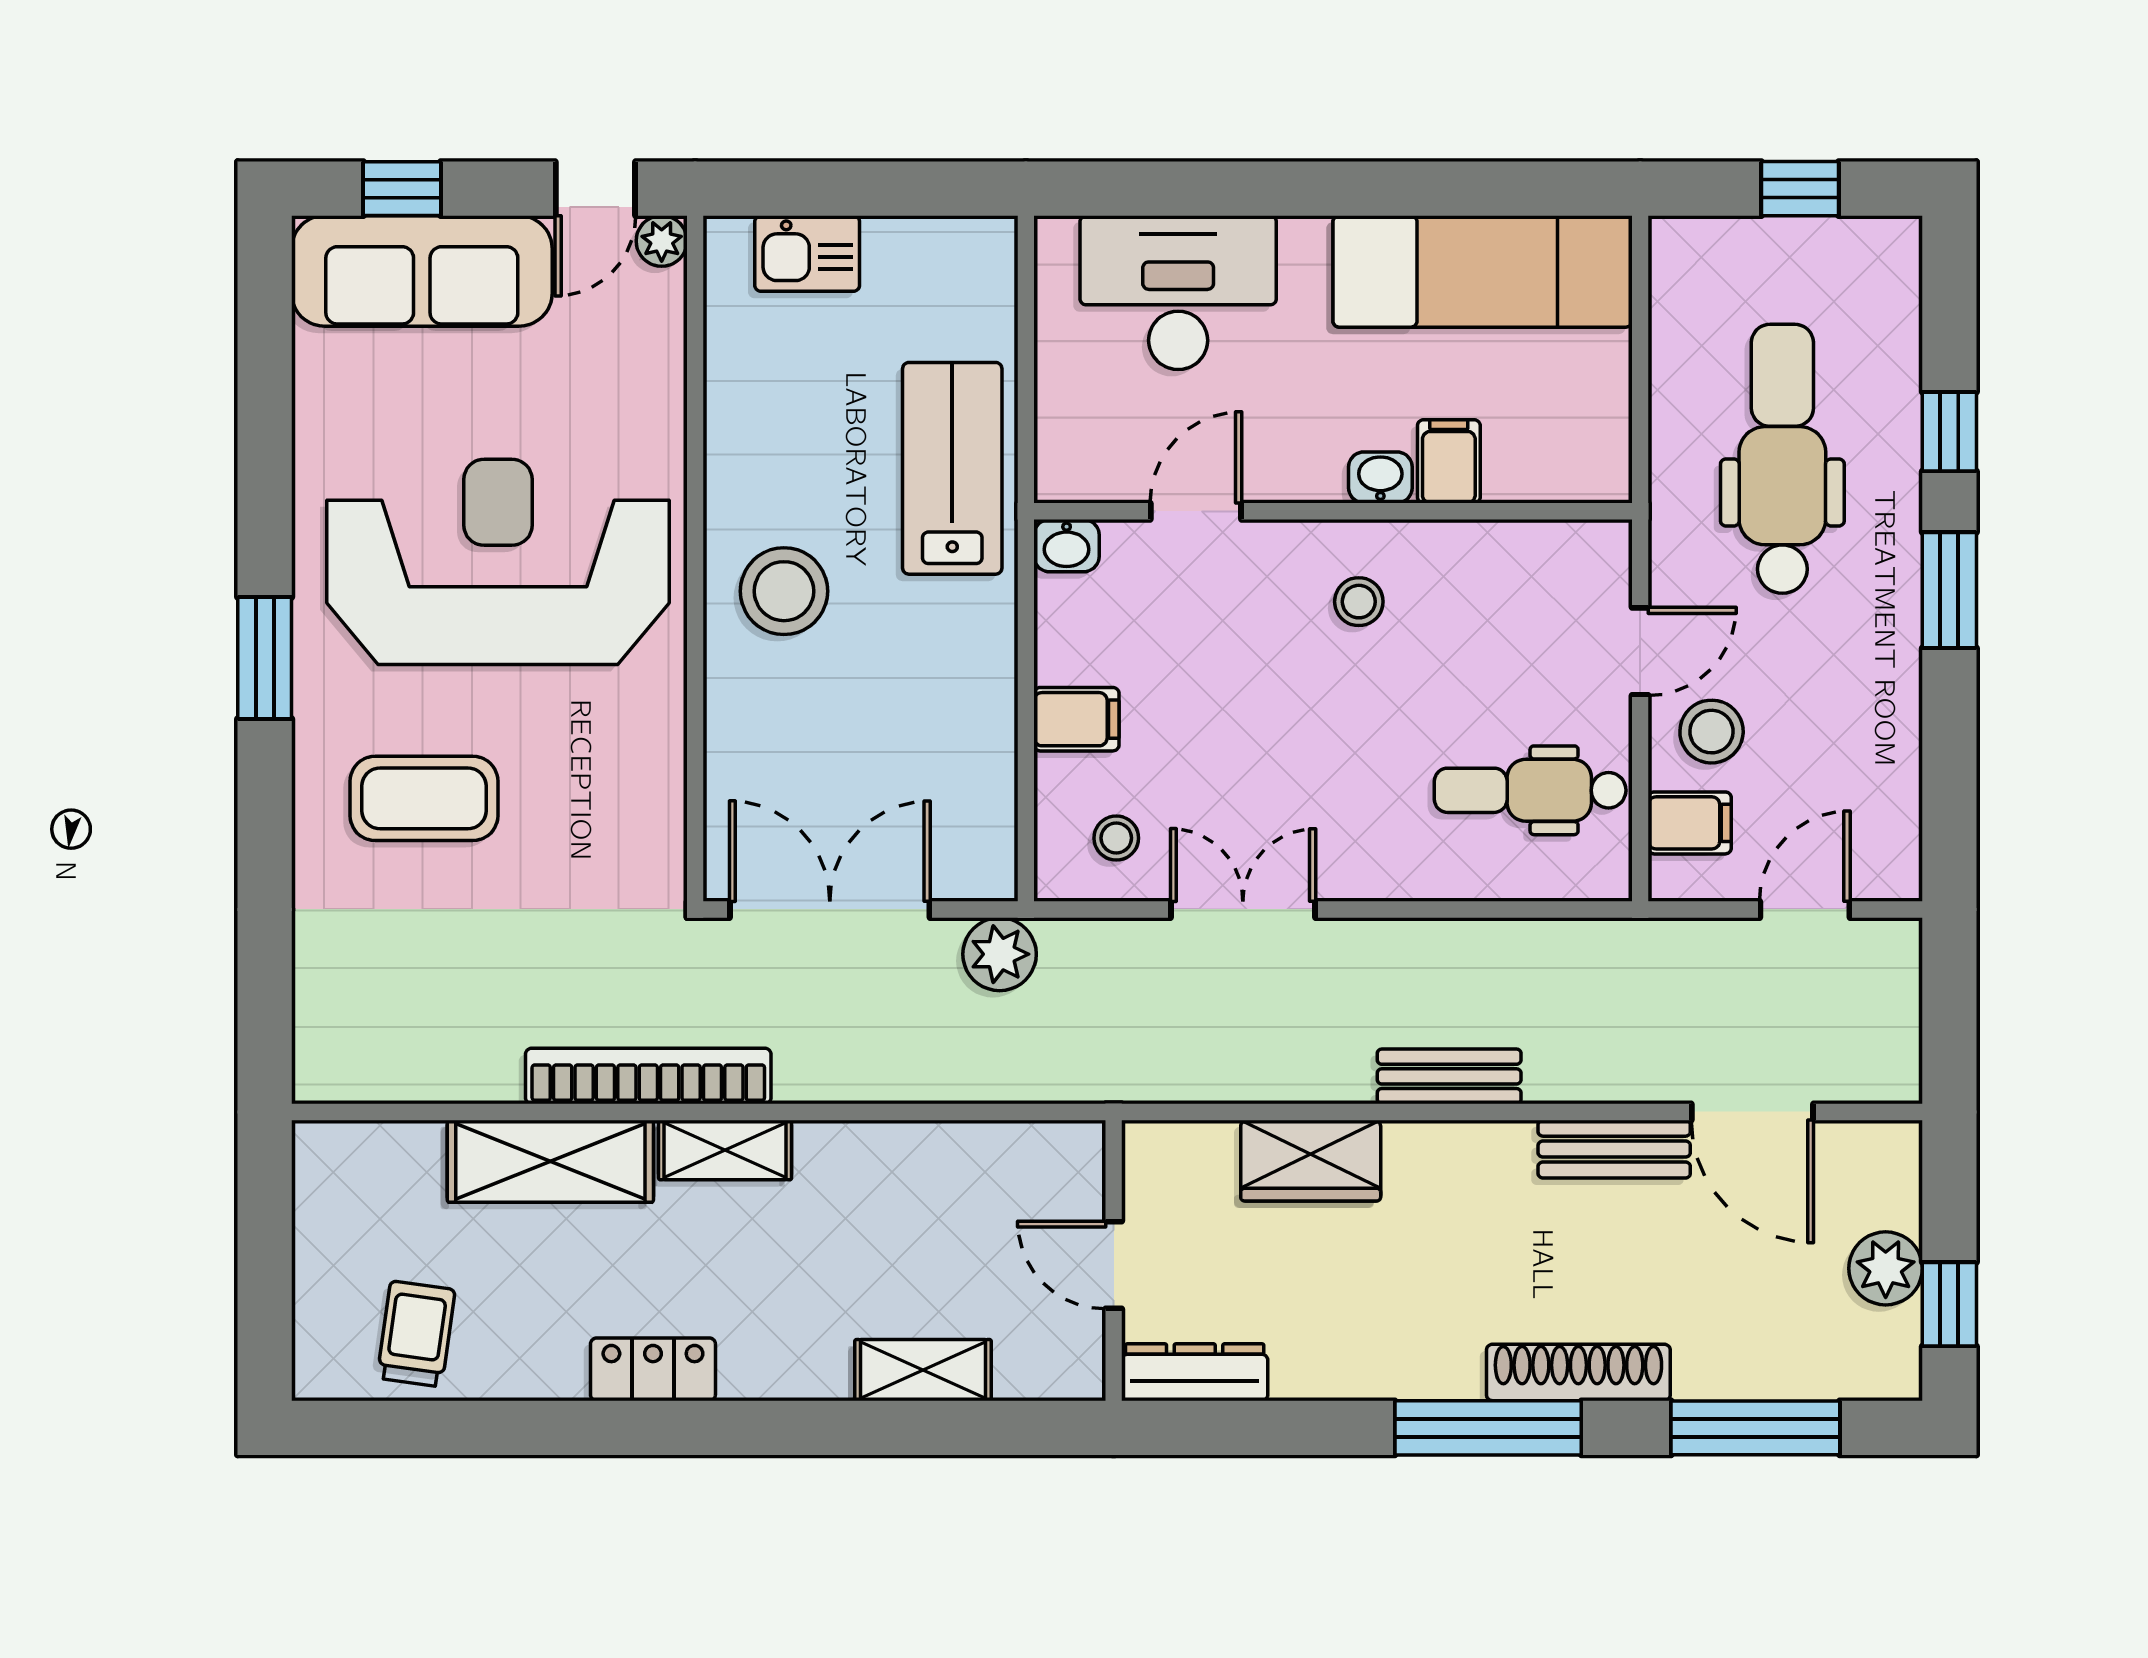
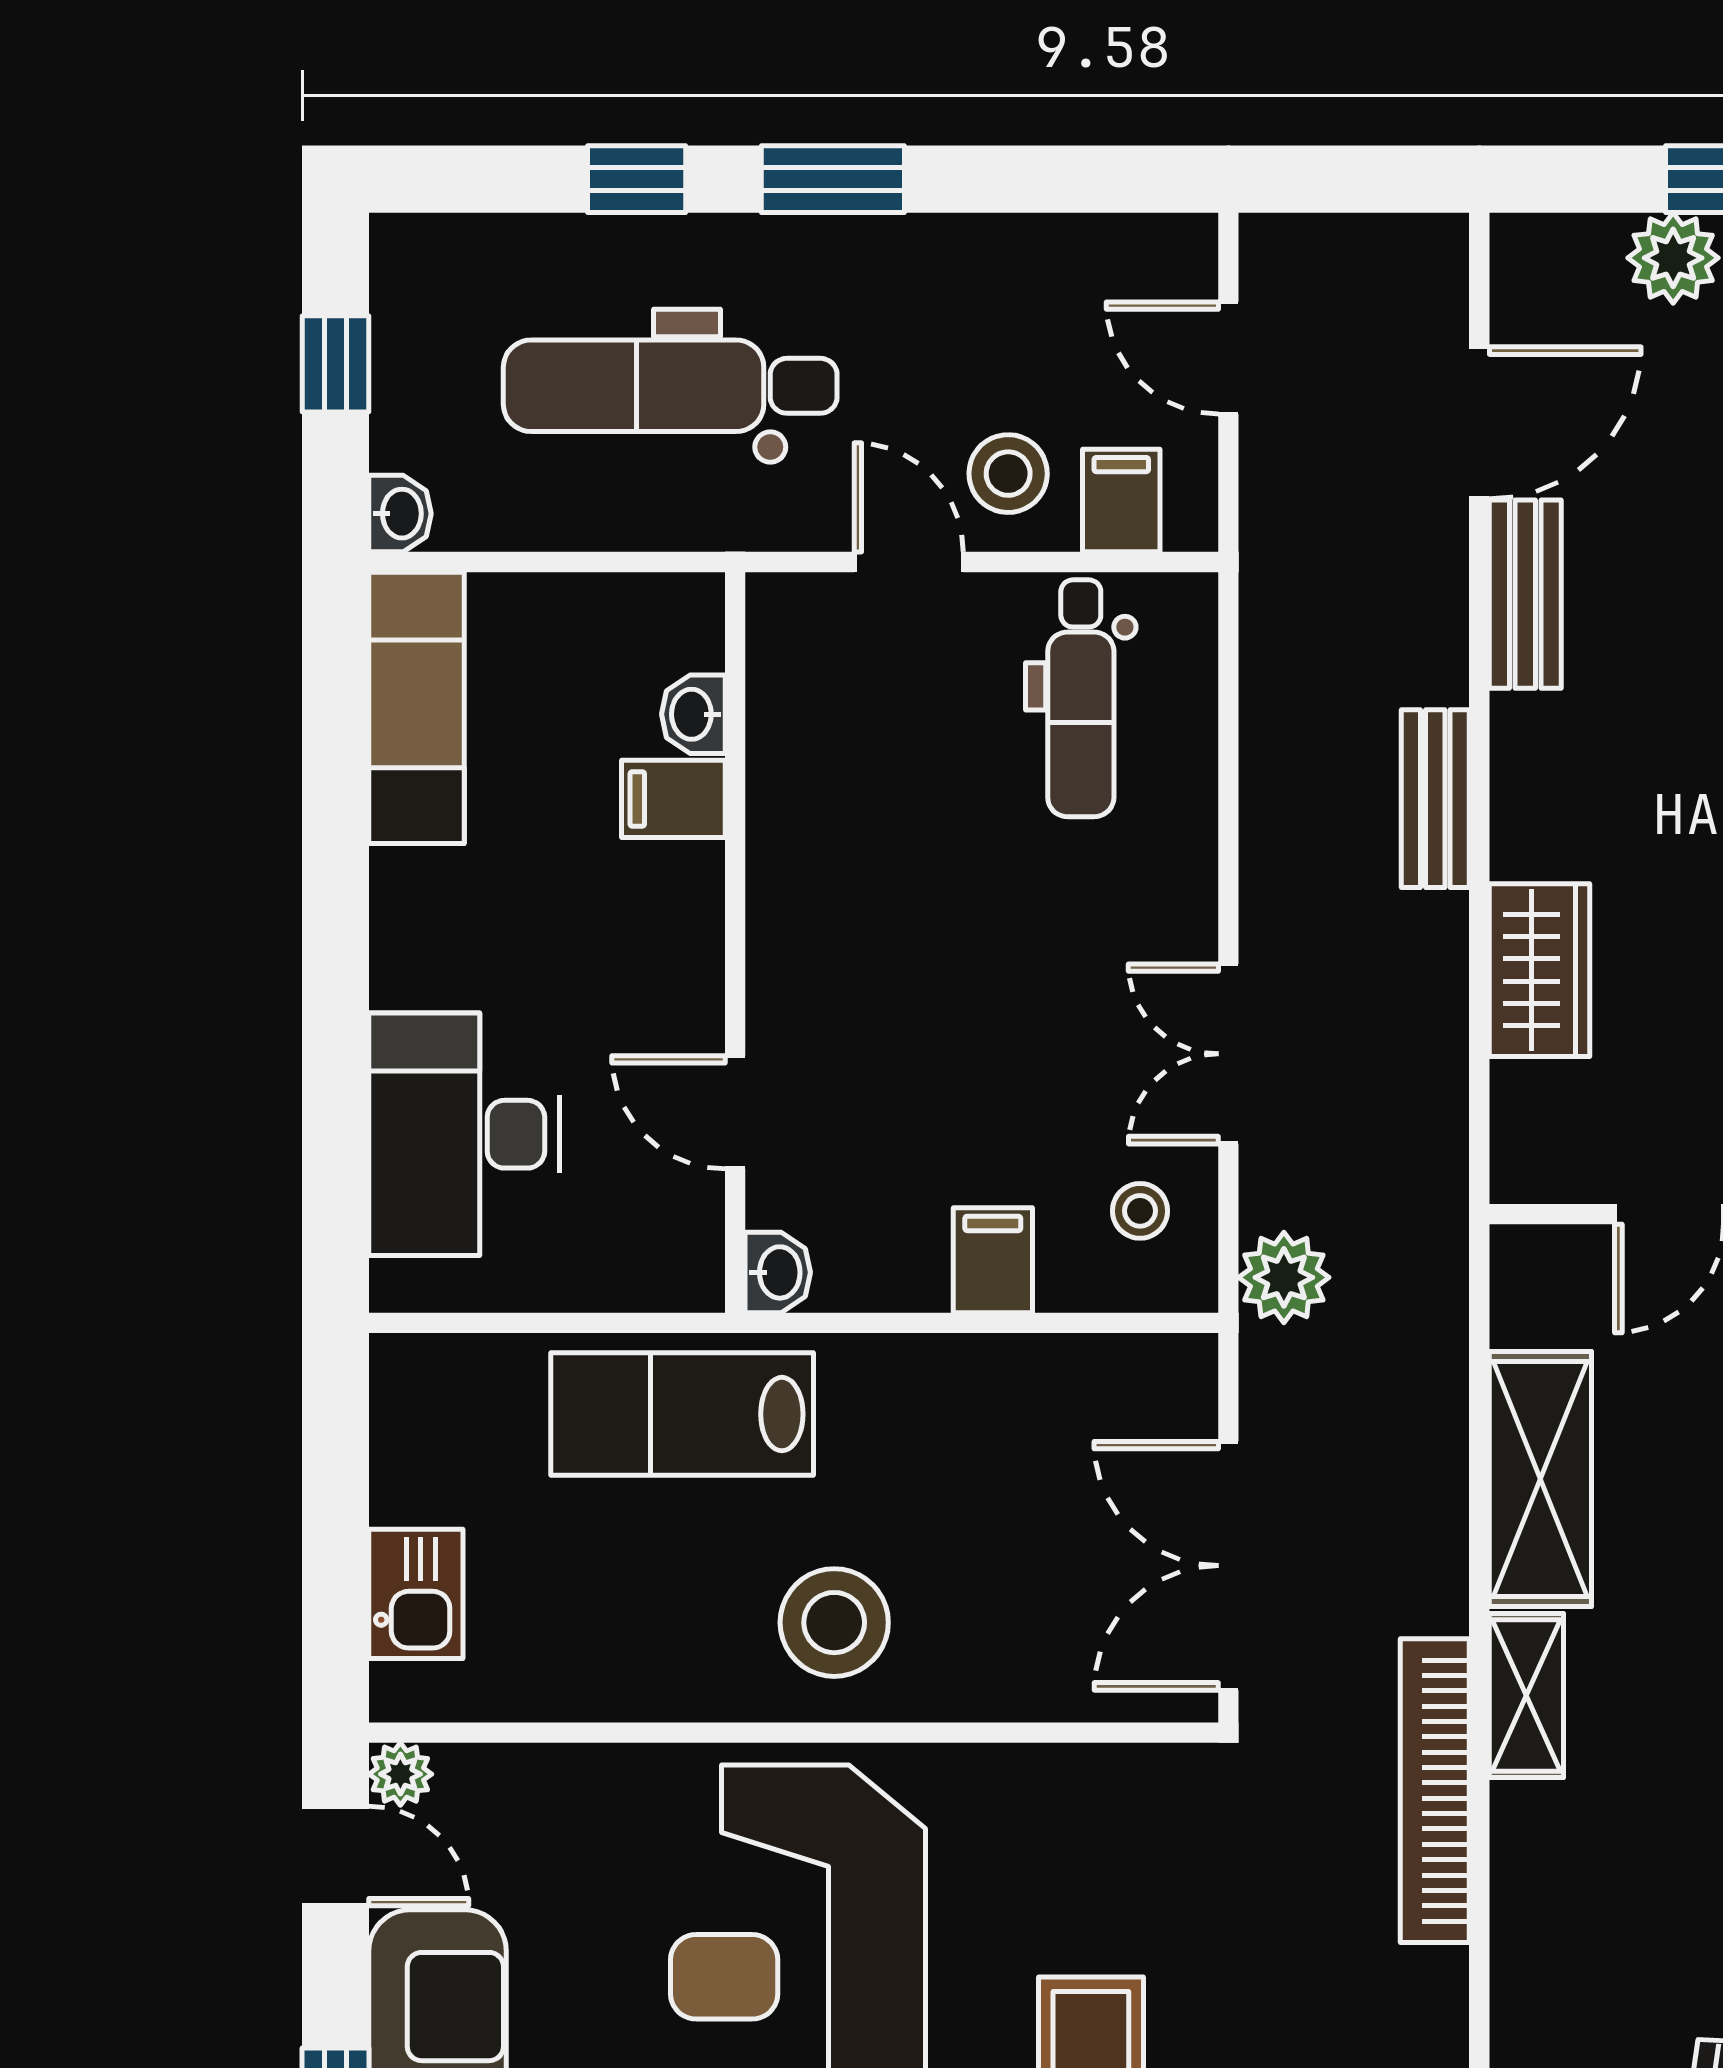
washbasin: (1679, 241) -> (400, 514), added
exam couch: (1483, 271) -> (417, 708), width x0.73, depth x0.69
washbasin: (1380, 477) -> (693, 714), moved
stool: (1359, 602) -> (847, 910), removed
plant: (1000, 954) -> (1284, 1277), moved
shelving: (550, 1161) -> (1540, 1479), moved

